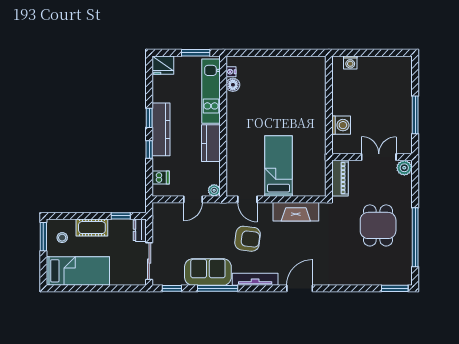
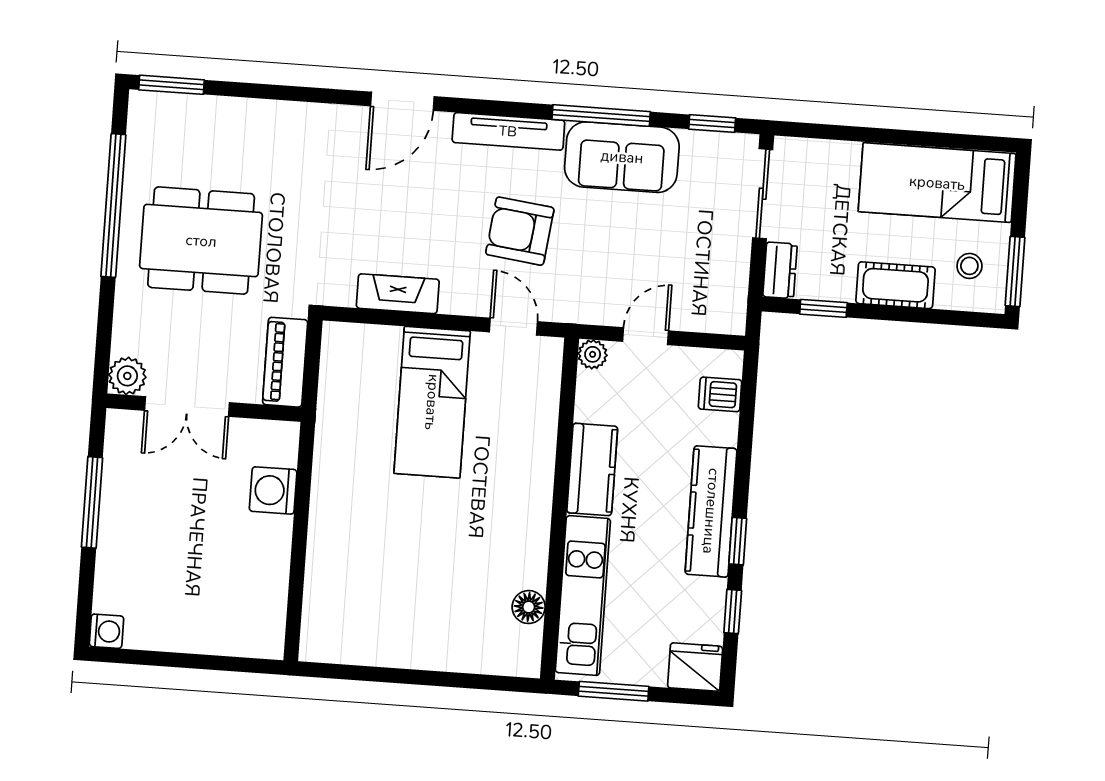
washing machine: (350, 62) -> (106, 631), moved, turned 90
nightstand: (231, 72) -> (531, 639), removed
window: (149, 150) -> (733, 612), moved
fireplace: (296, 212) -> (398, 294), width x0.73, depth x0.76
dining table: (378, 225) -> (201, 241), width x1.37

